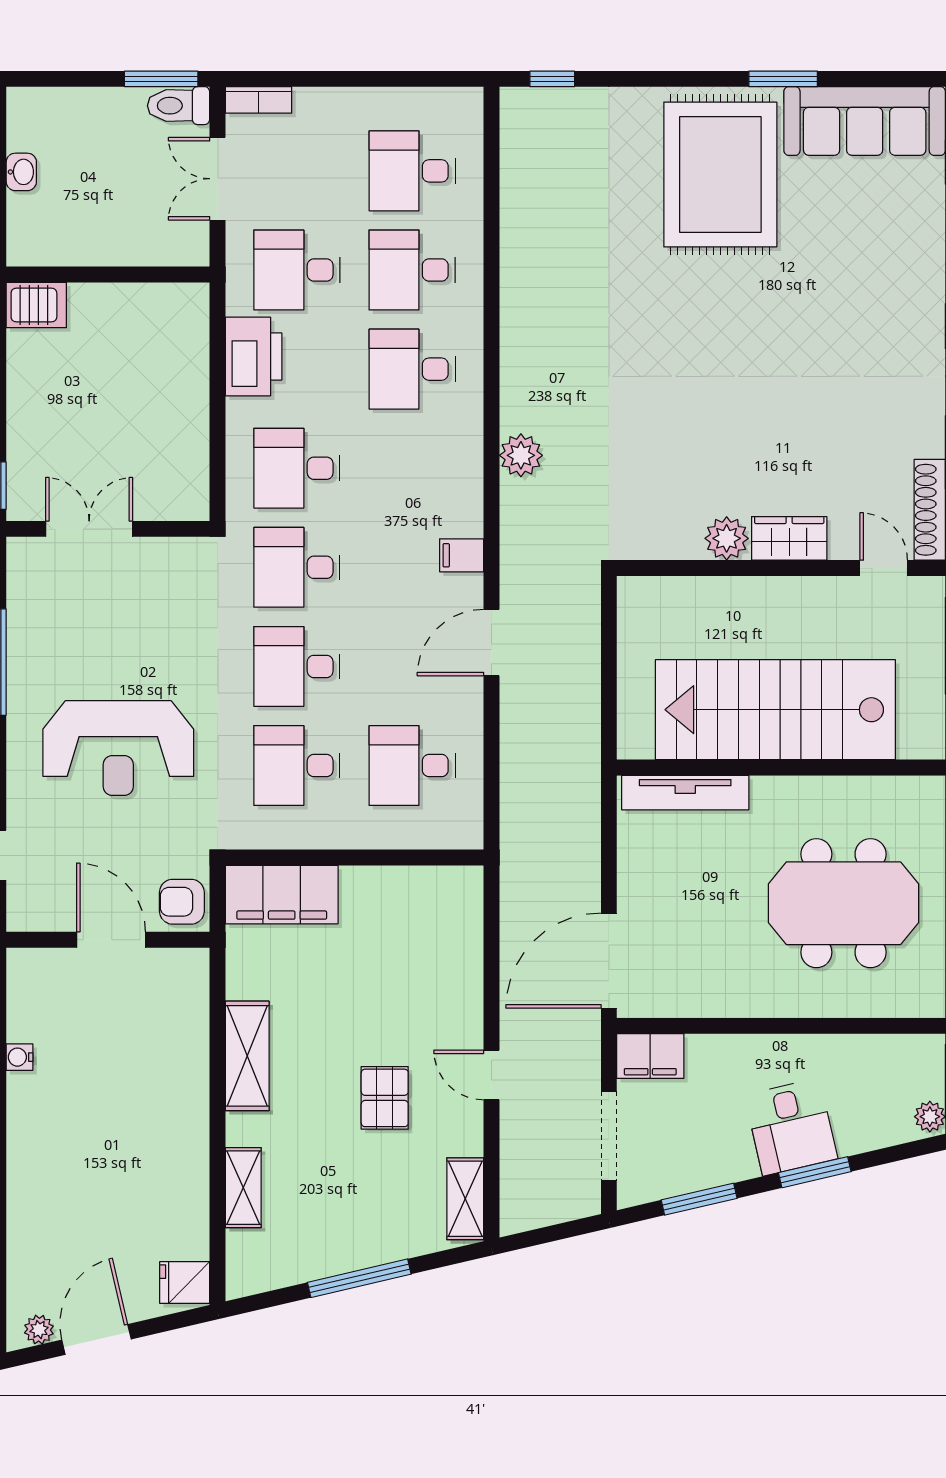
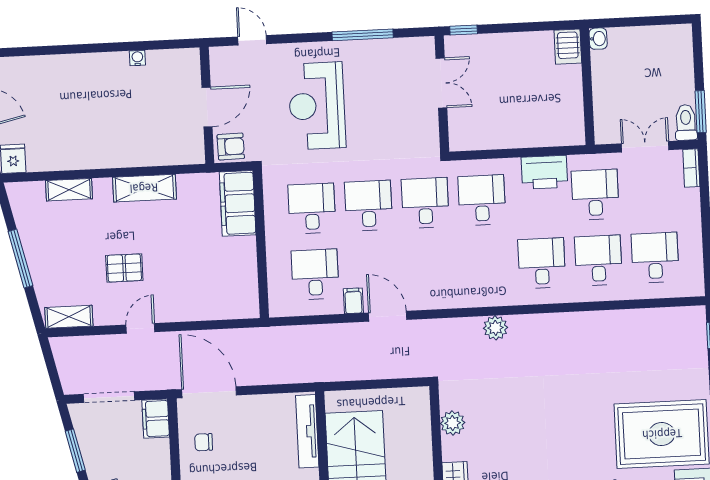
washbasin: (21, 172) -> (598, 39), moved, turned -90
plant: (727, 538) -> (453, 423), moved
filing cabinet: (462, 555) -> (353, 301), moved
armchair: (182, 902) -> (231, 147), turned 89
chair: (696, 974) -> (204, 442), added

